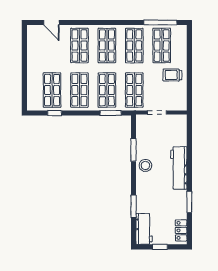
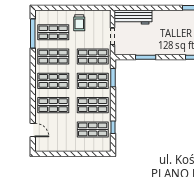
door: (51, 23) -> (33, 130), hinge flipped
stool: (145, 165) -> (159, 47), removed
workbench: (179, 168) -> (133, 17), moved

